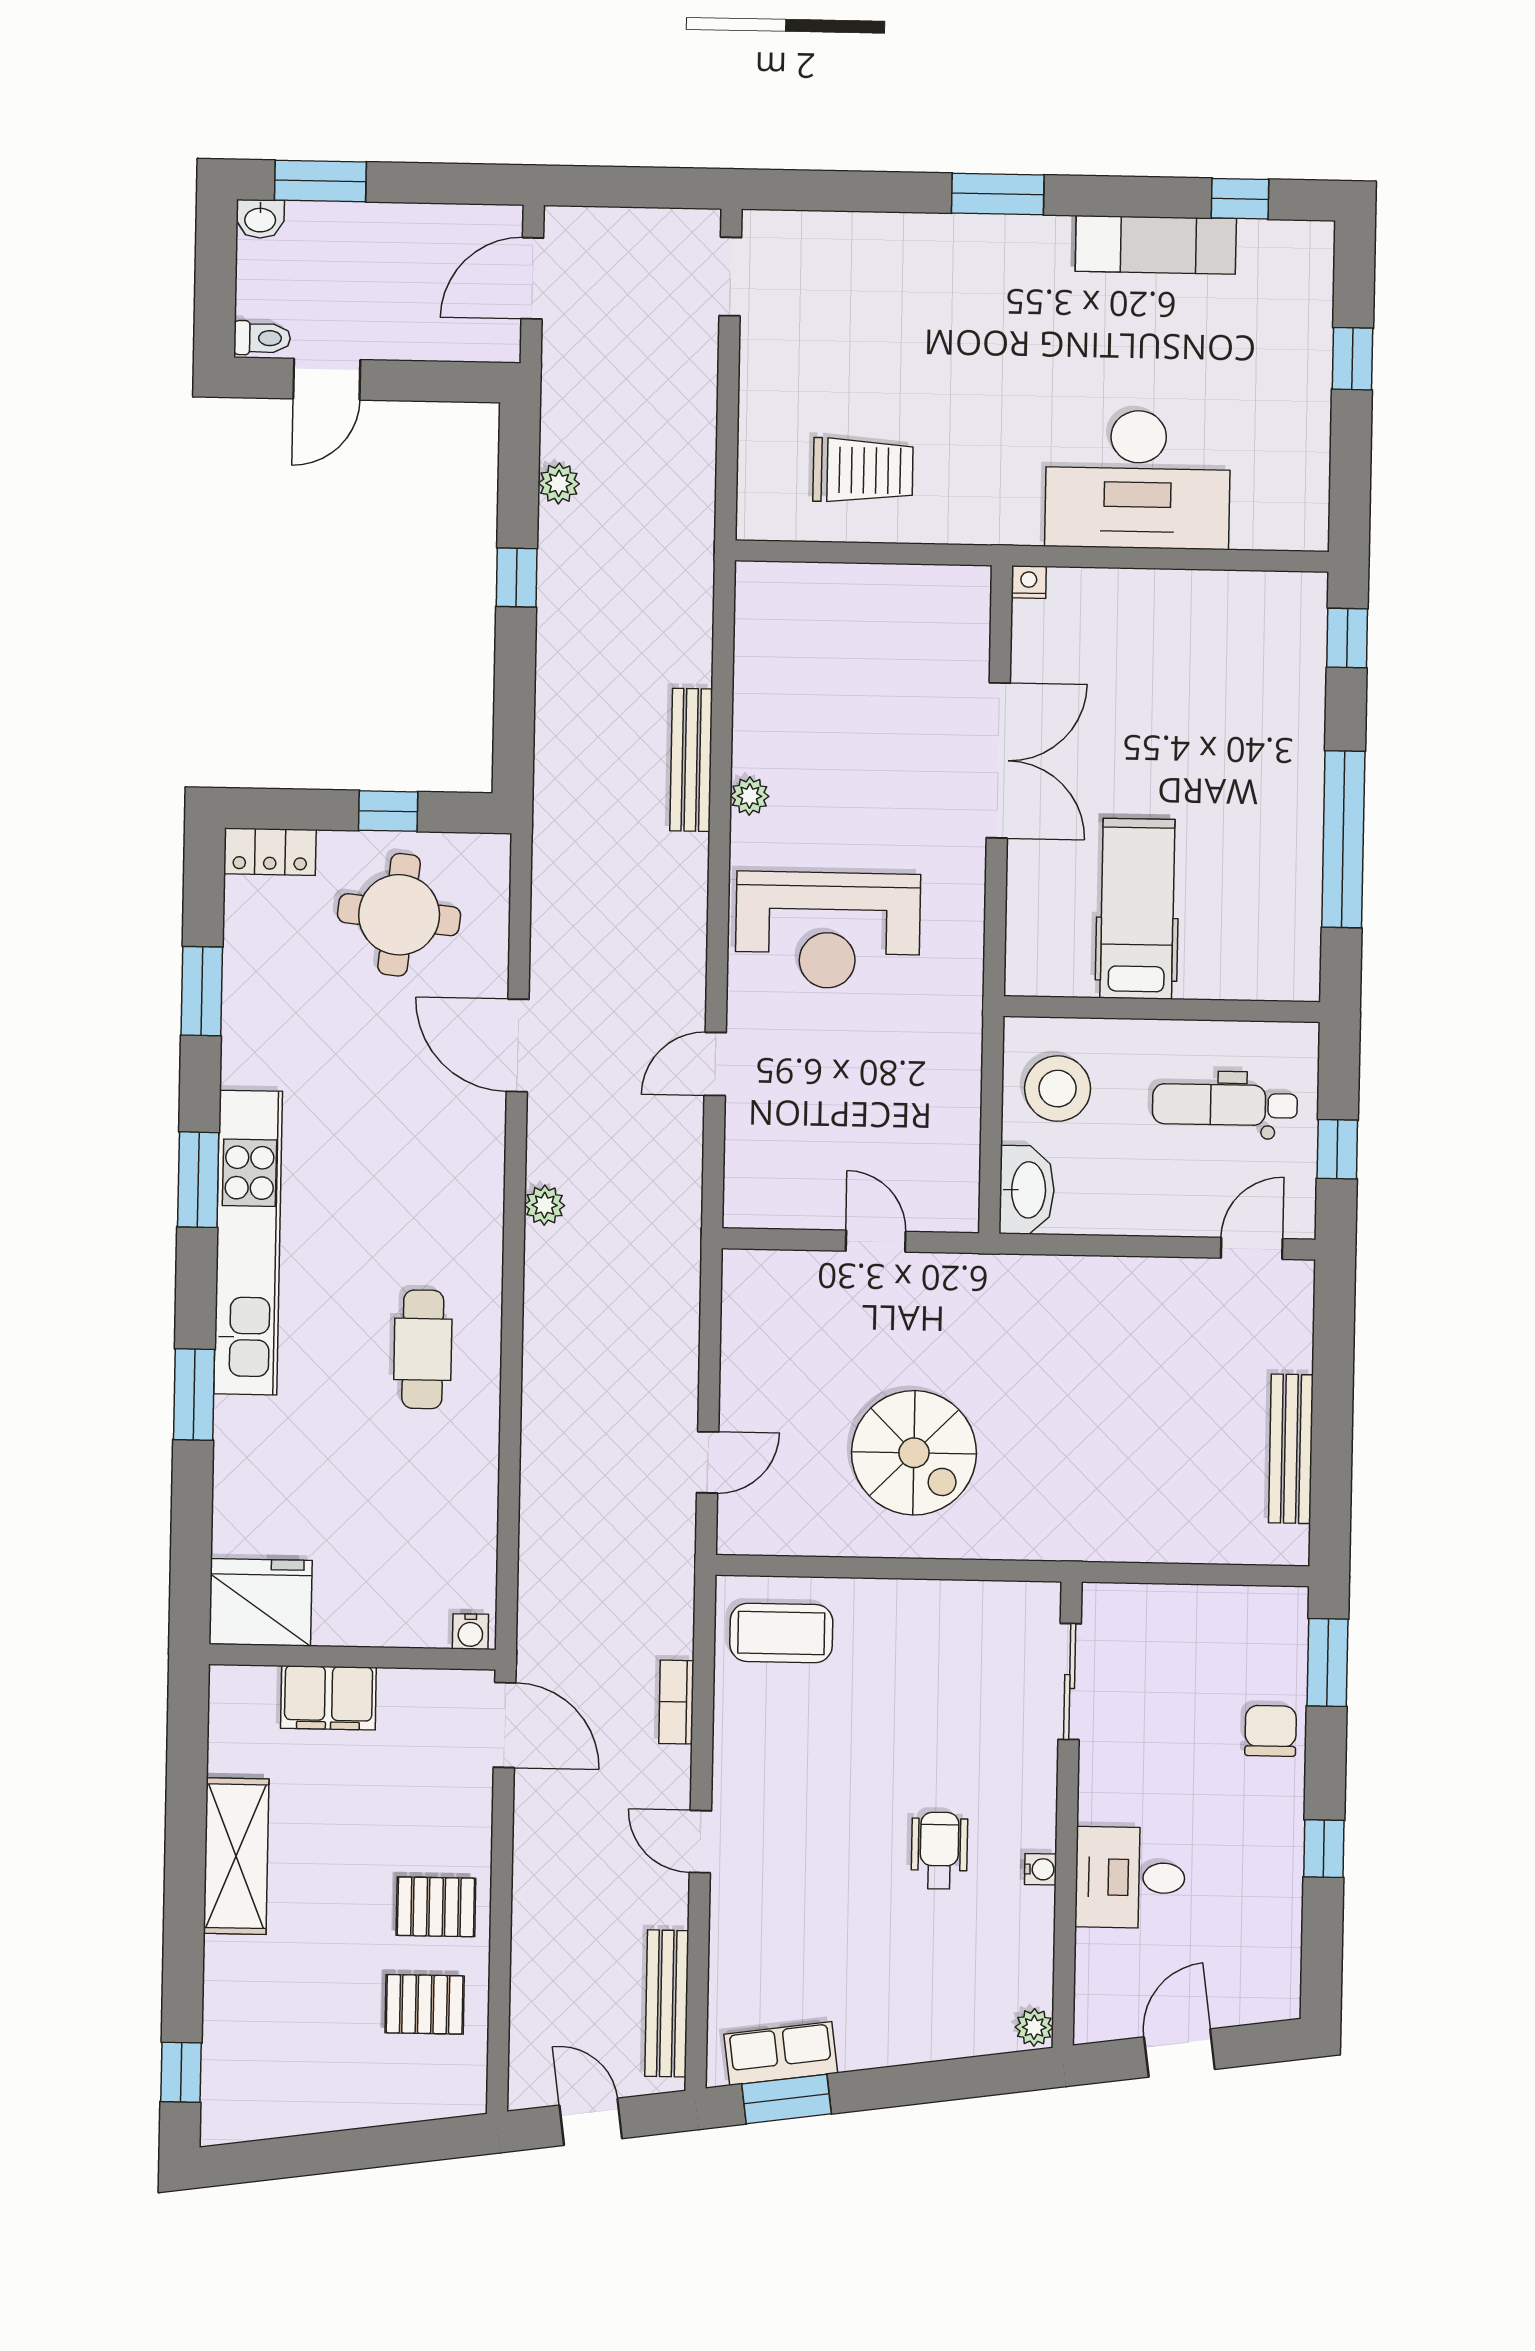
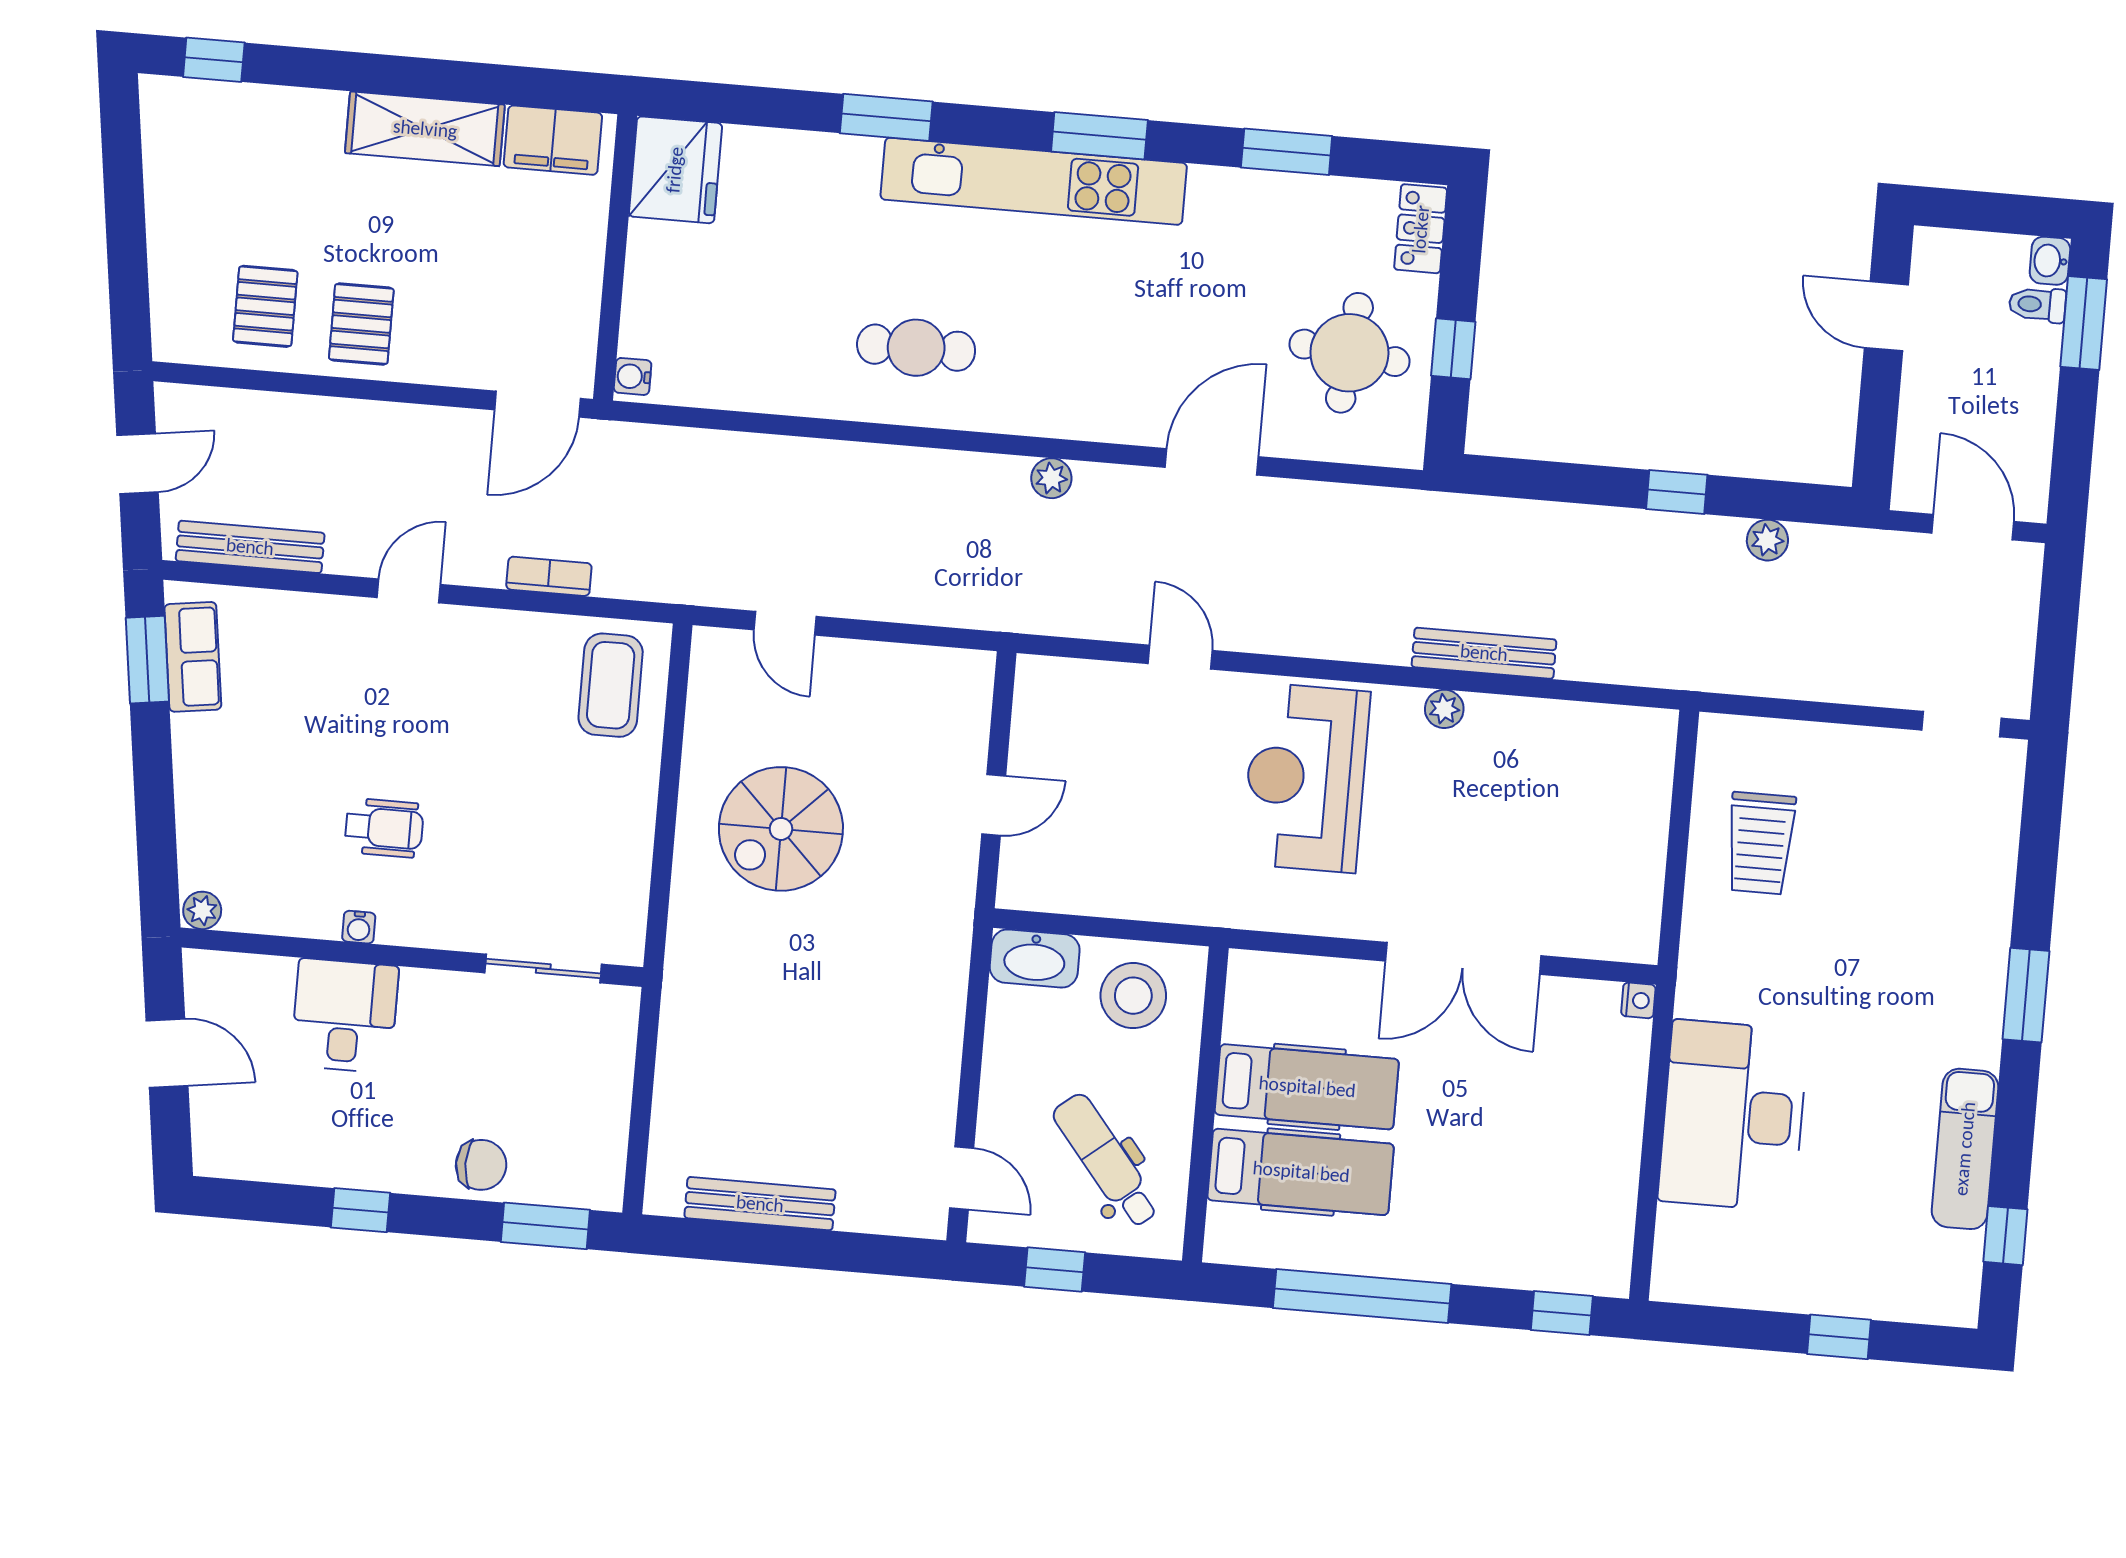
toilet: (262, 338) -> (2037, 305), moved, turned 90
hospital bed: (1223, 909) -> (1301, 1172), added
dental chair: (1225, 1105) -> (1106, 1161), turned -39
filing cabinet: (328, 1698) -> (553, 140), moved, turned -90

